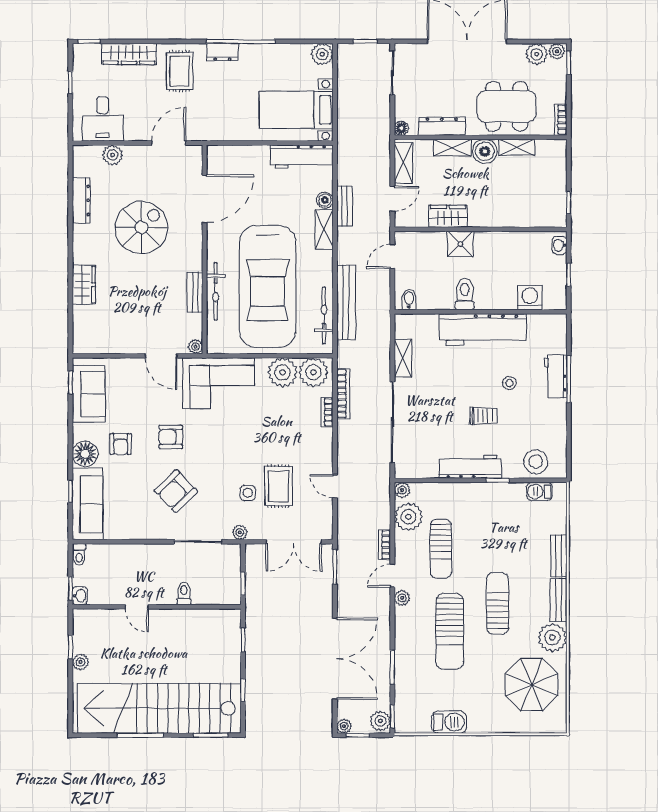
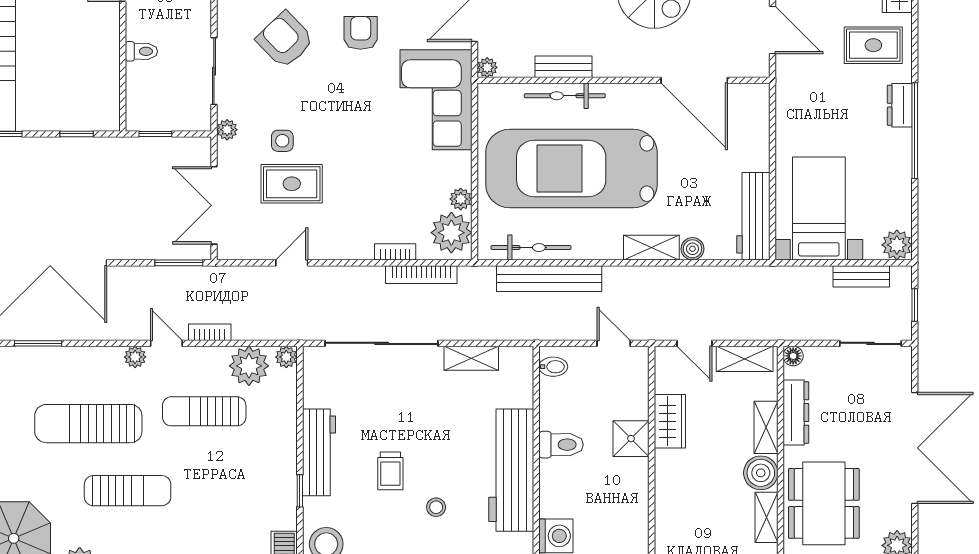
bench: (344, 206) -> (861, 276), moved
plant: (282, 372) -> (461, 199), width x0.53, depth x0.53

